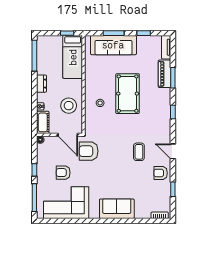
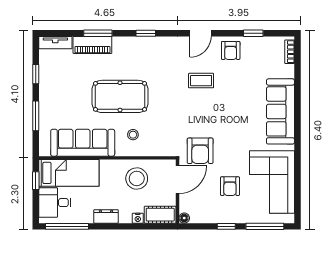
sofa: (113, 45) -> (83, 143), moved, turned -90
desk: (51, 47) -> (55, 203), added
sofa: (117, 209) -> (280, 111), width x1.36

